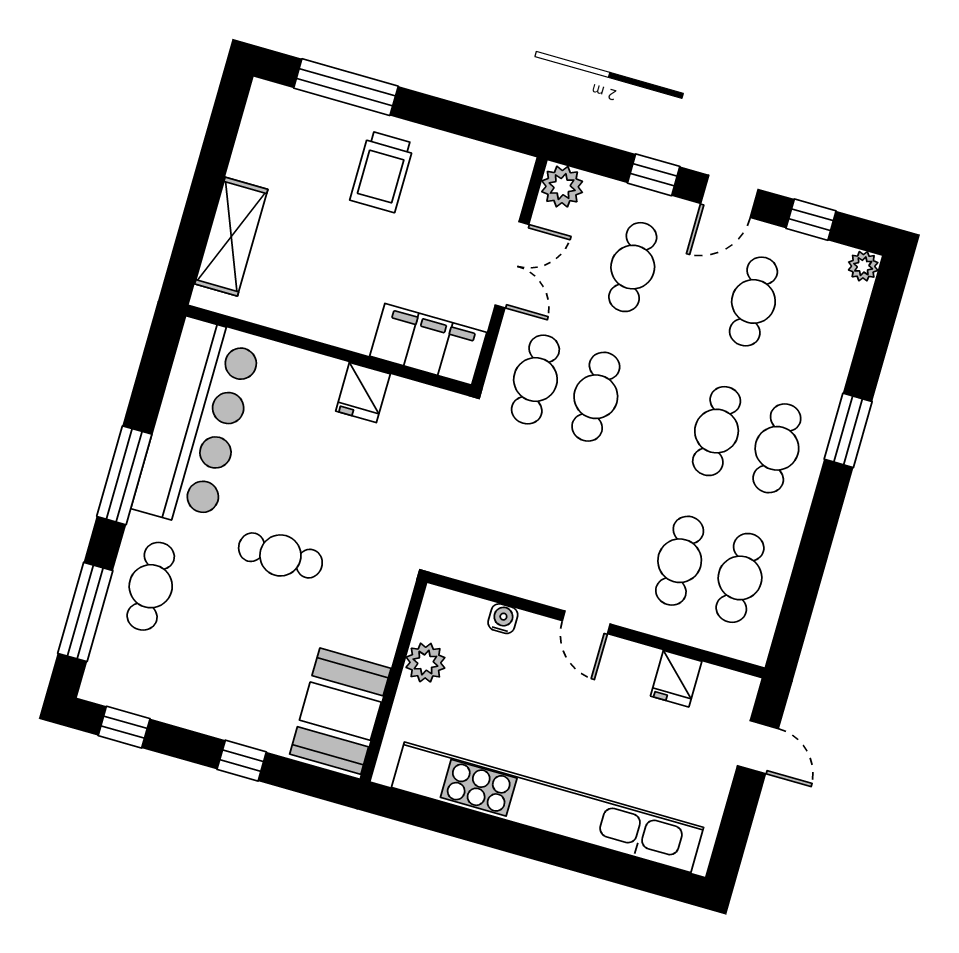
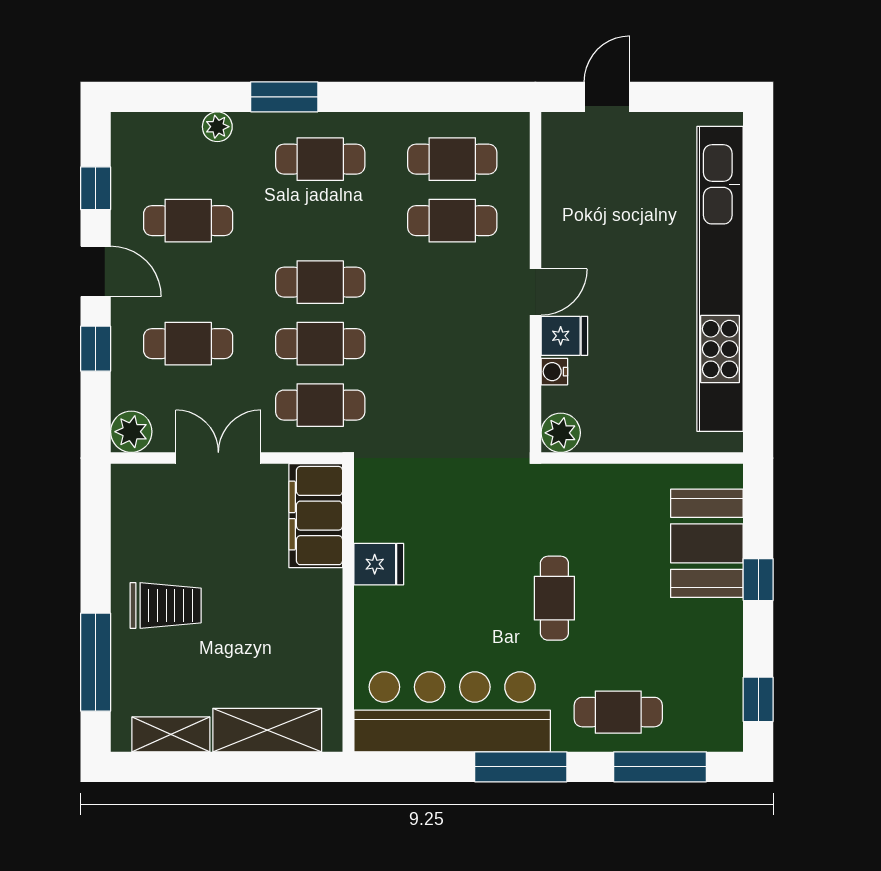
shelving: (254, 141) -> (171, 734), added
plant: (863, 266) -> (217, 127), moved
cafe table: (717, 431) -> (320, 282), moved
plant: (425, 663) -> (561, 433), moved
fridge: (676, 679) -> (564, 336), moved
booth: (340, 711) -> (707, 543), moved, turned 90

